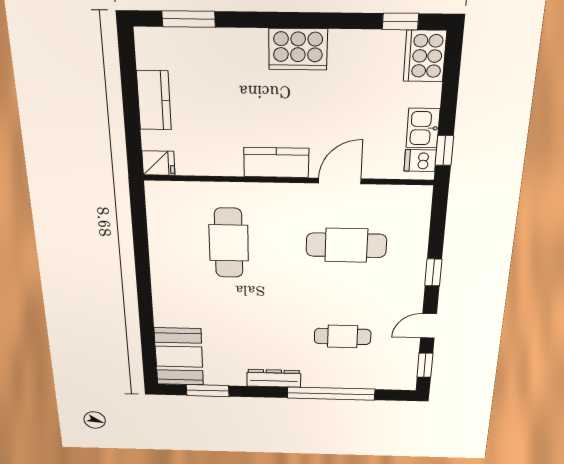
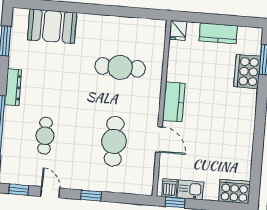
window: (400, 21) -> (255, 178), removed
cooker: (298, 49) -> (247, 71), moved
booth: (179, 357) -> (52, 26), moved

